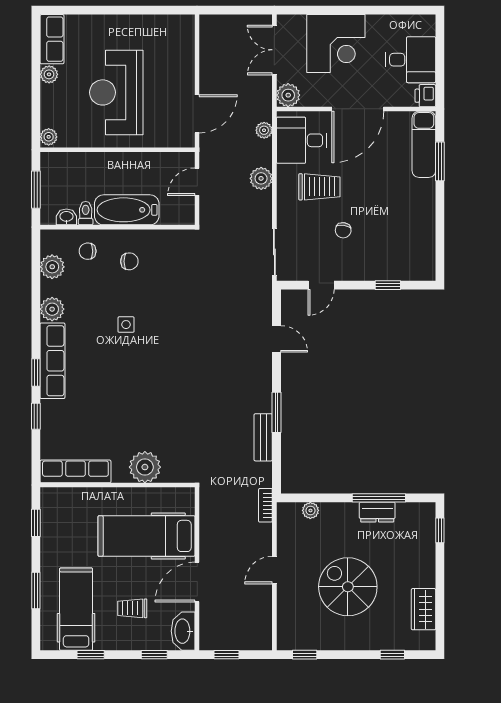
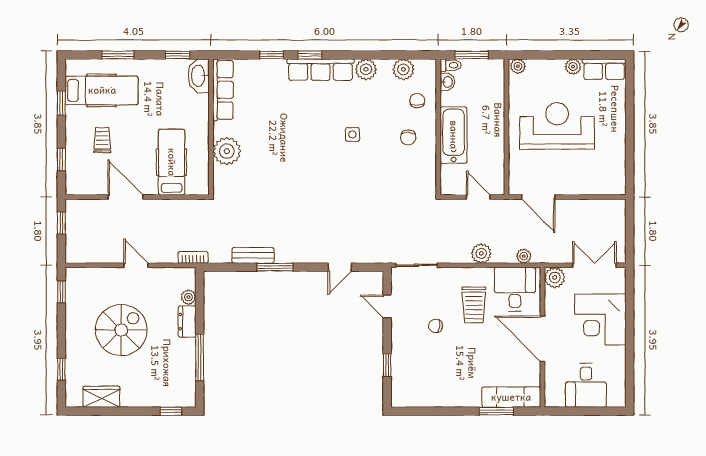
printer: (425, 96) -> (554, 398), removed
toilet: (86, 213) -> (451, 65), moved
dresser: (377, 512) -> (187, 322), moved
hospital bed: (147, 536) -> (172, 162), width x0.73, depth x0.78
washbasin: (183, 631) -> (199, 76), moved, turned -90

